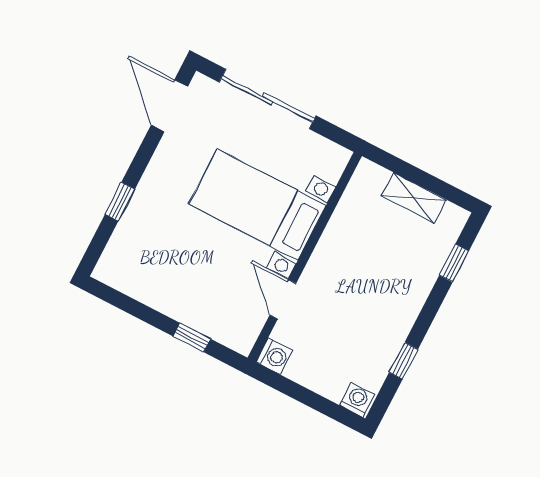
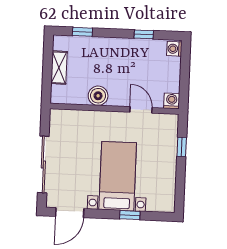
bed with nightstands: (258, 205) -> (118, 176), moved, turned 180
boiler: (338, 240) -> (98, 96), added
door: (283, 299) -> (141, 110), swing flipped

